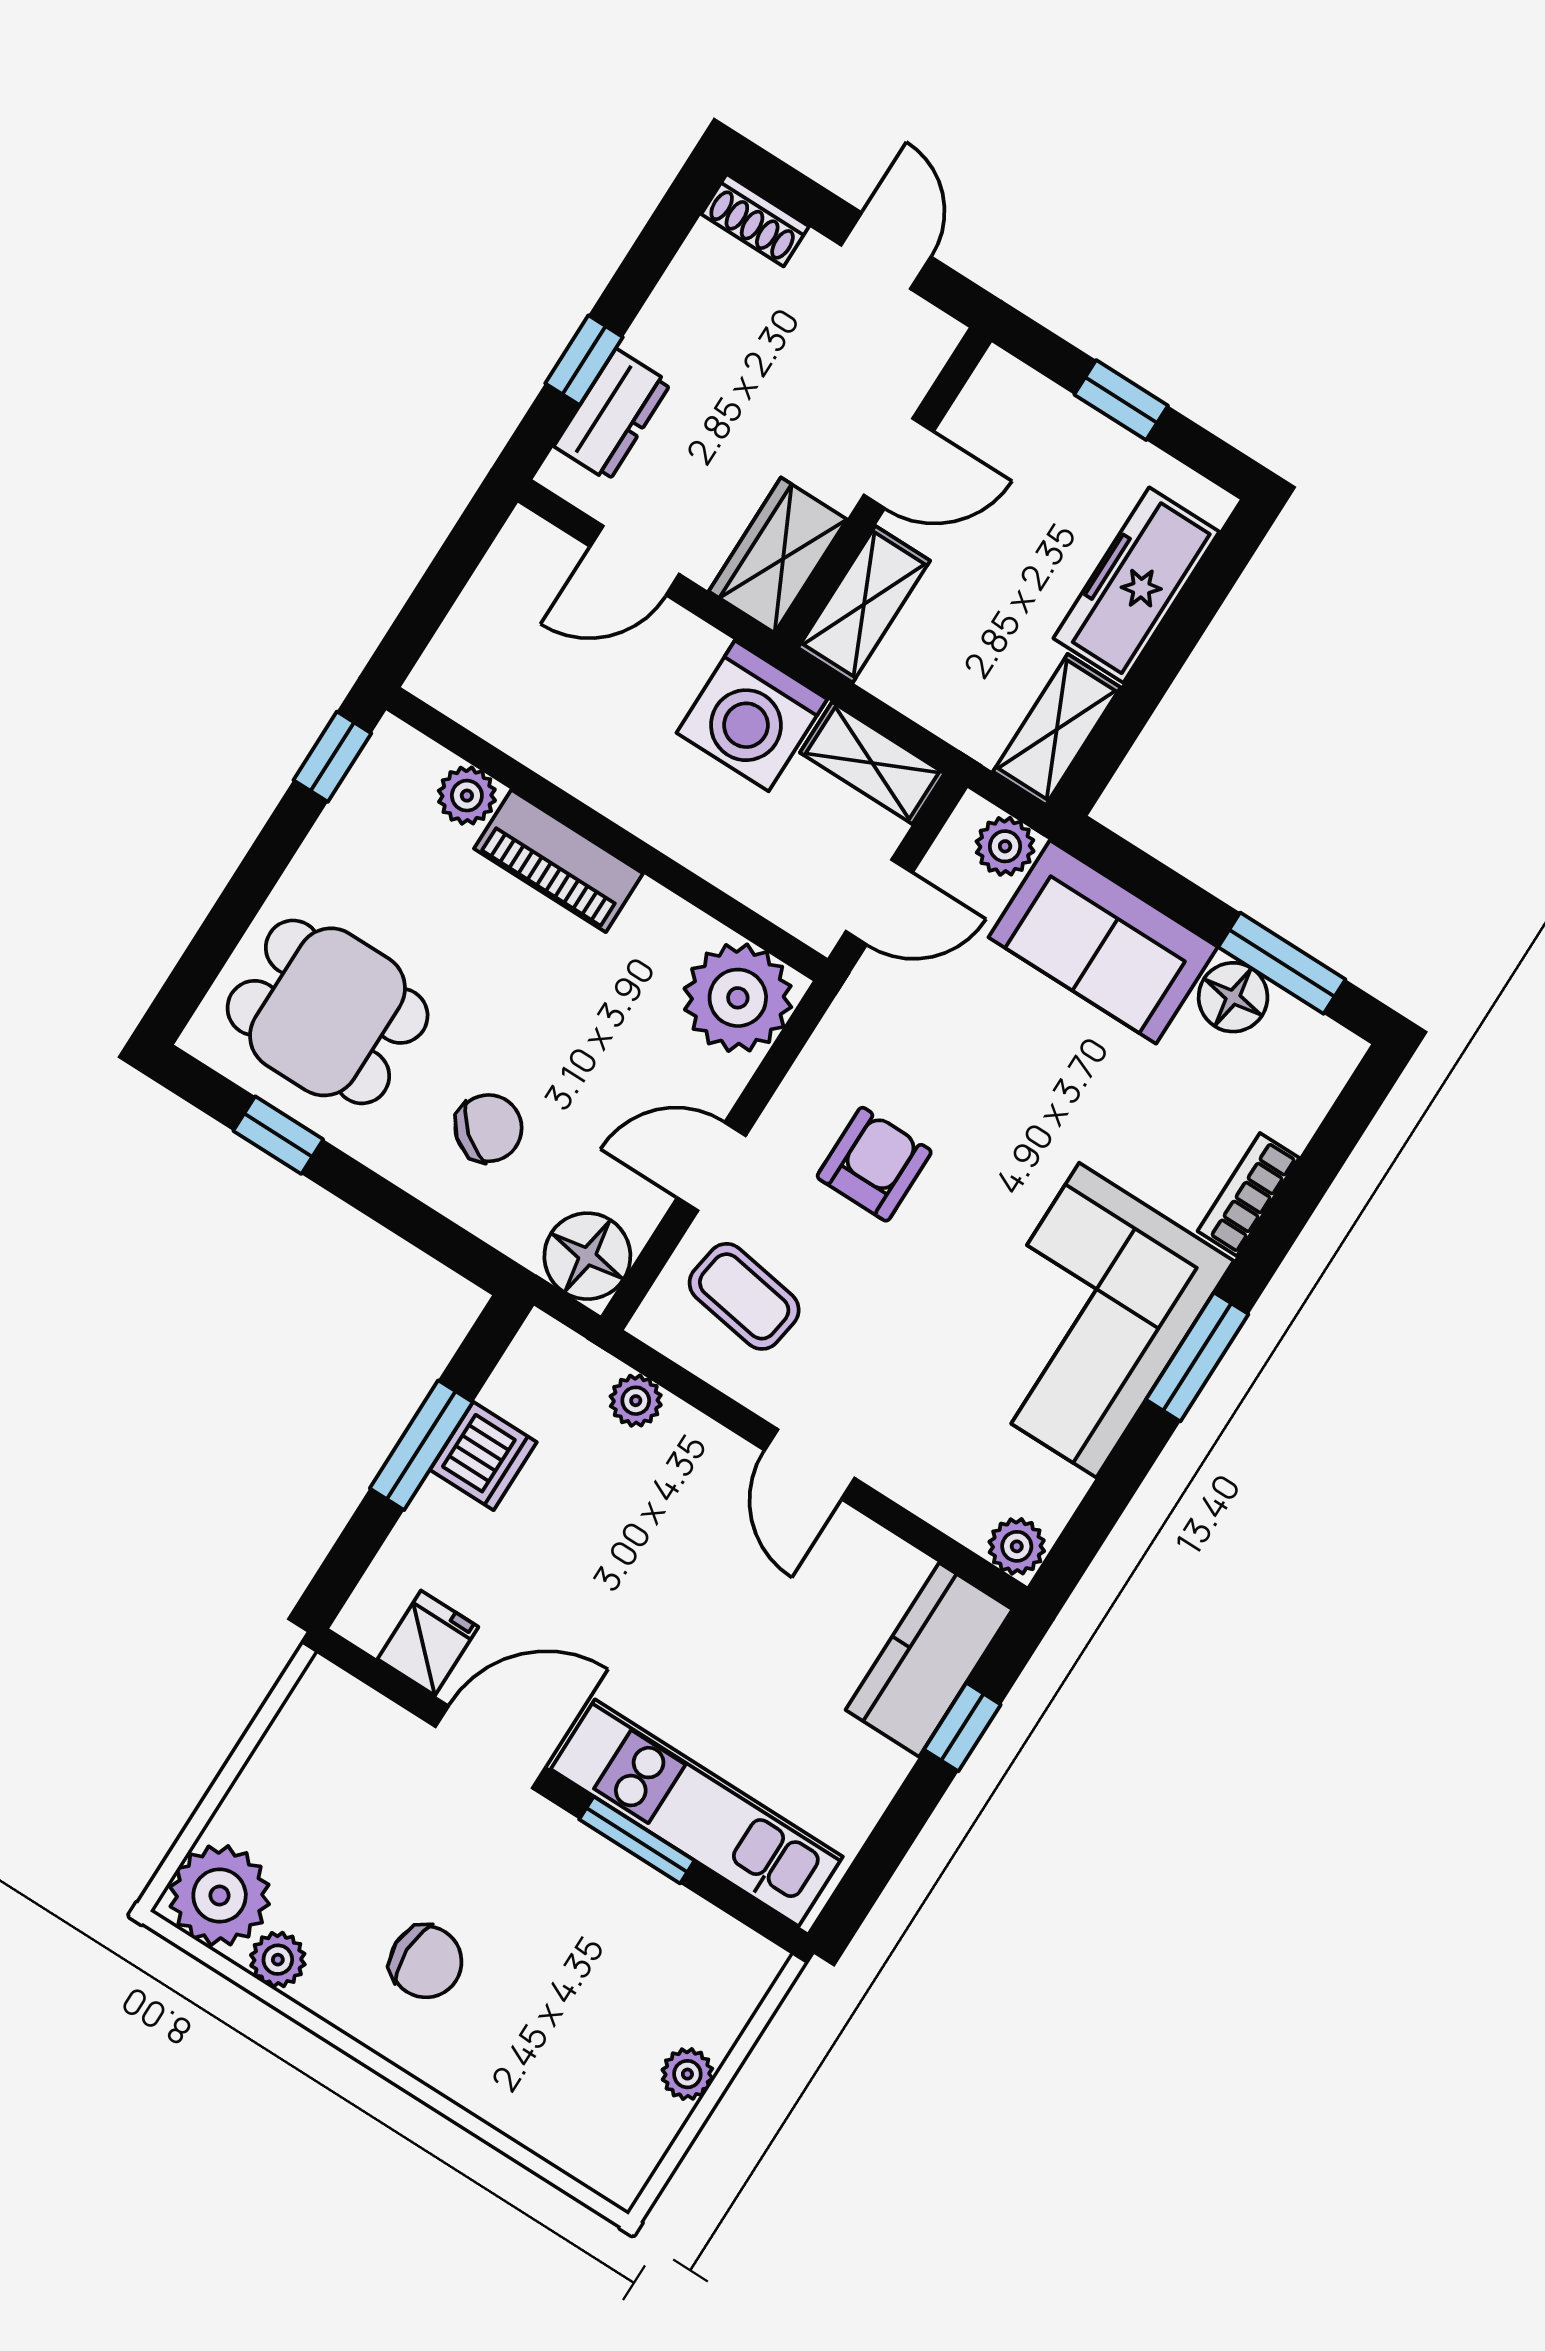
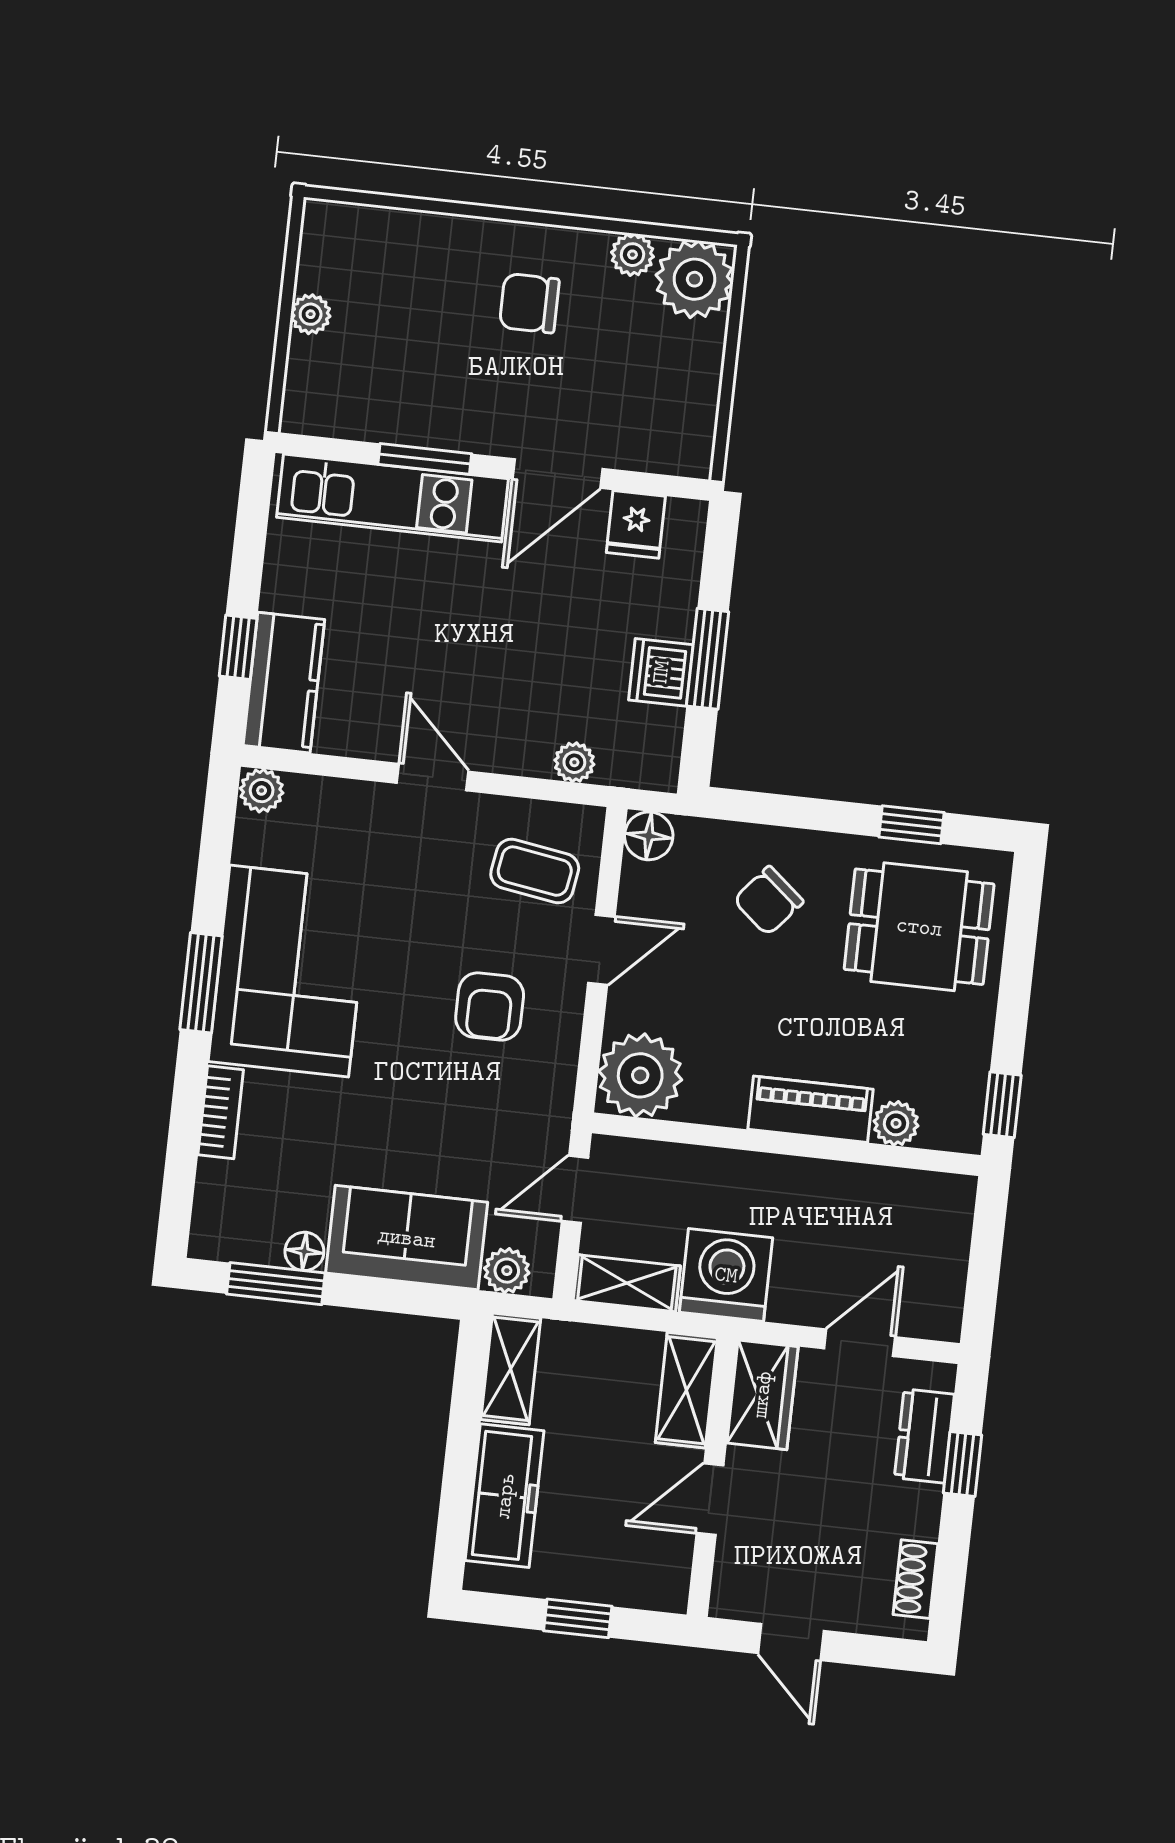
shoe rack: (755, 220) -> (916, 1579), moved, turned -90
floor lamp: (1233, 997) -> (304, 1251), width x0.73, depth x0.73
floor lamp: (587, 1256) -> (649, 836), width x0.73, depth x0.73

